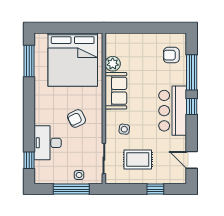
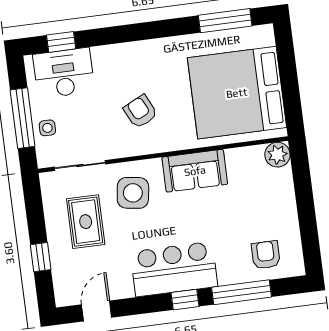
plant: (113, 64) -> (277, 155), moved
side table: (124, 129) -> (133, 193), width x1.87, depth x1.87
desk: (48, 143) -> (64, 73), moved

